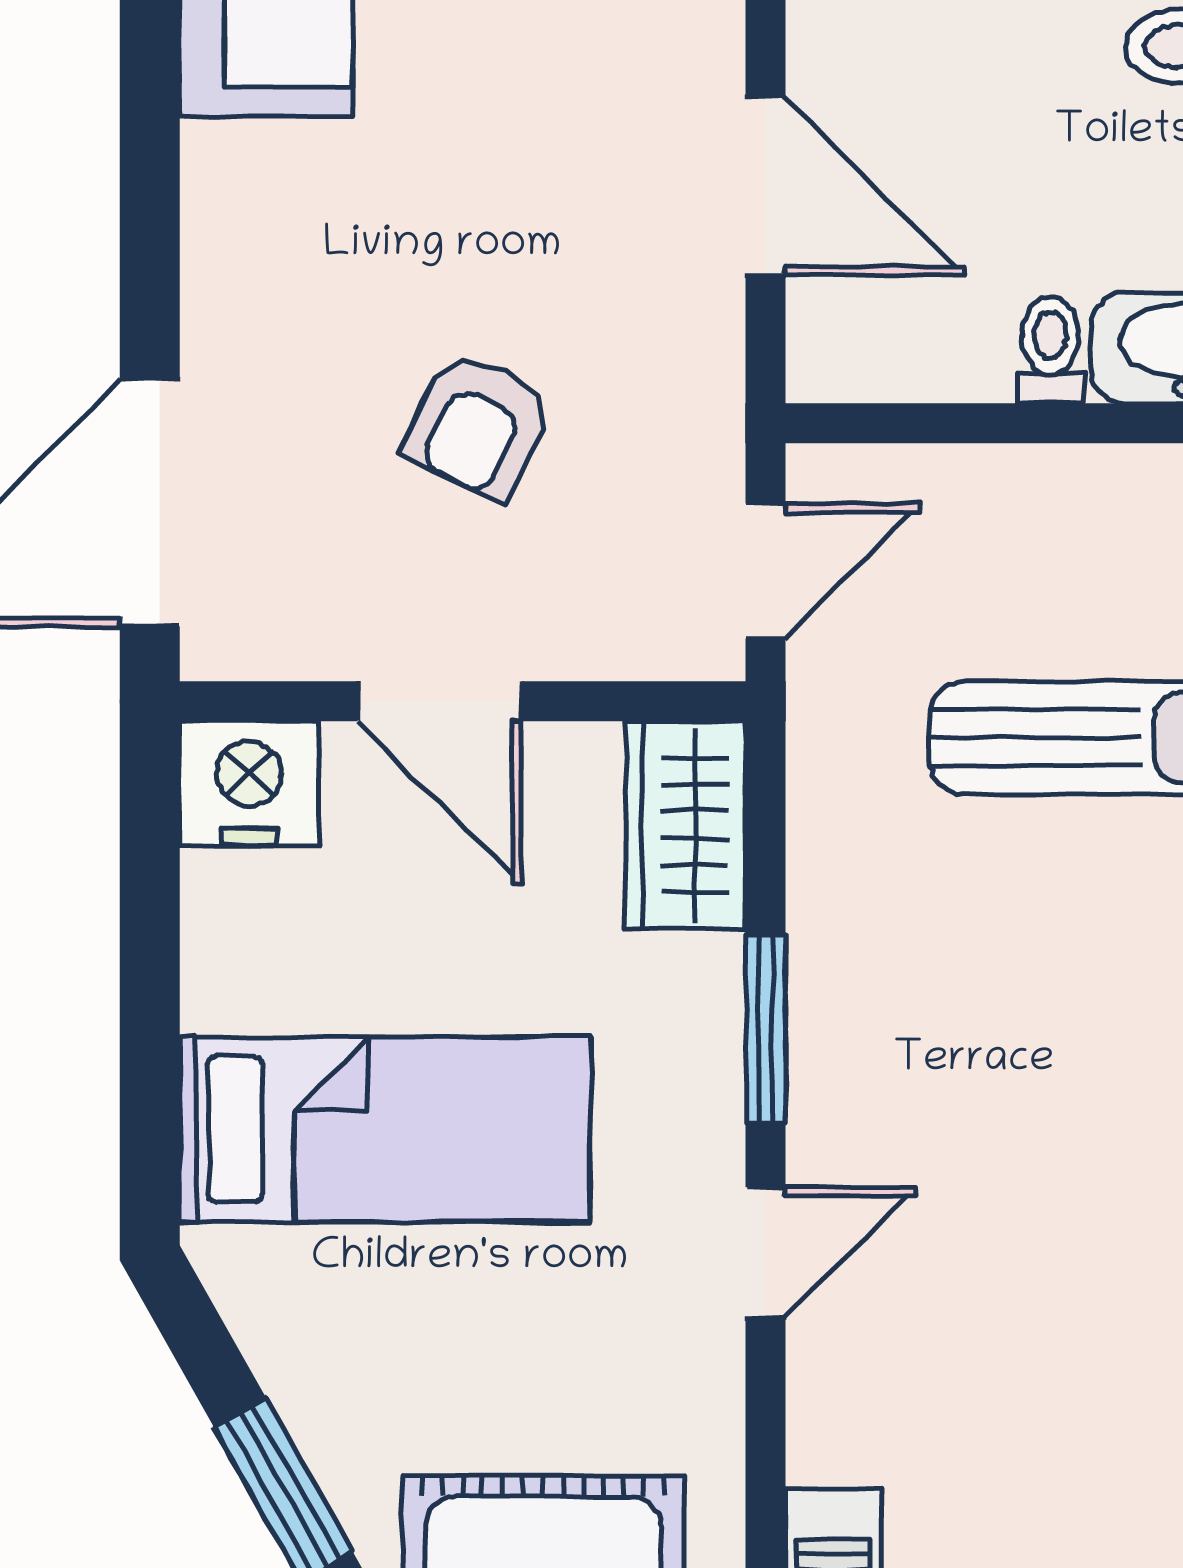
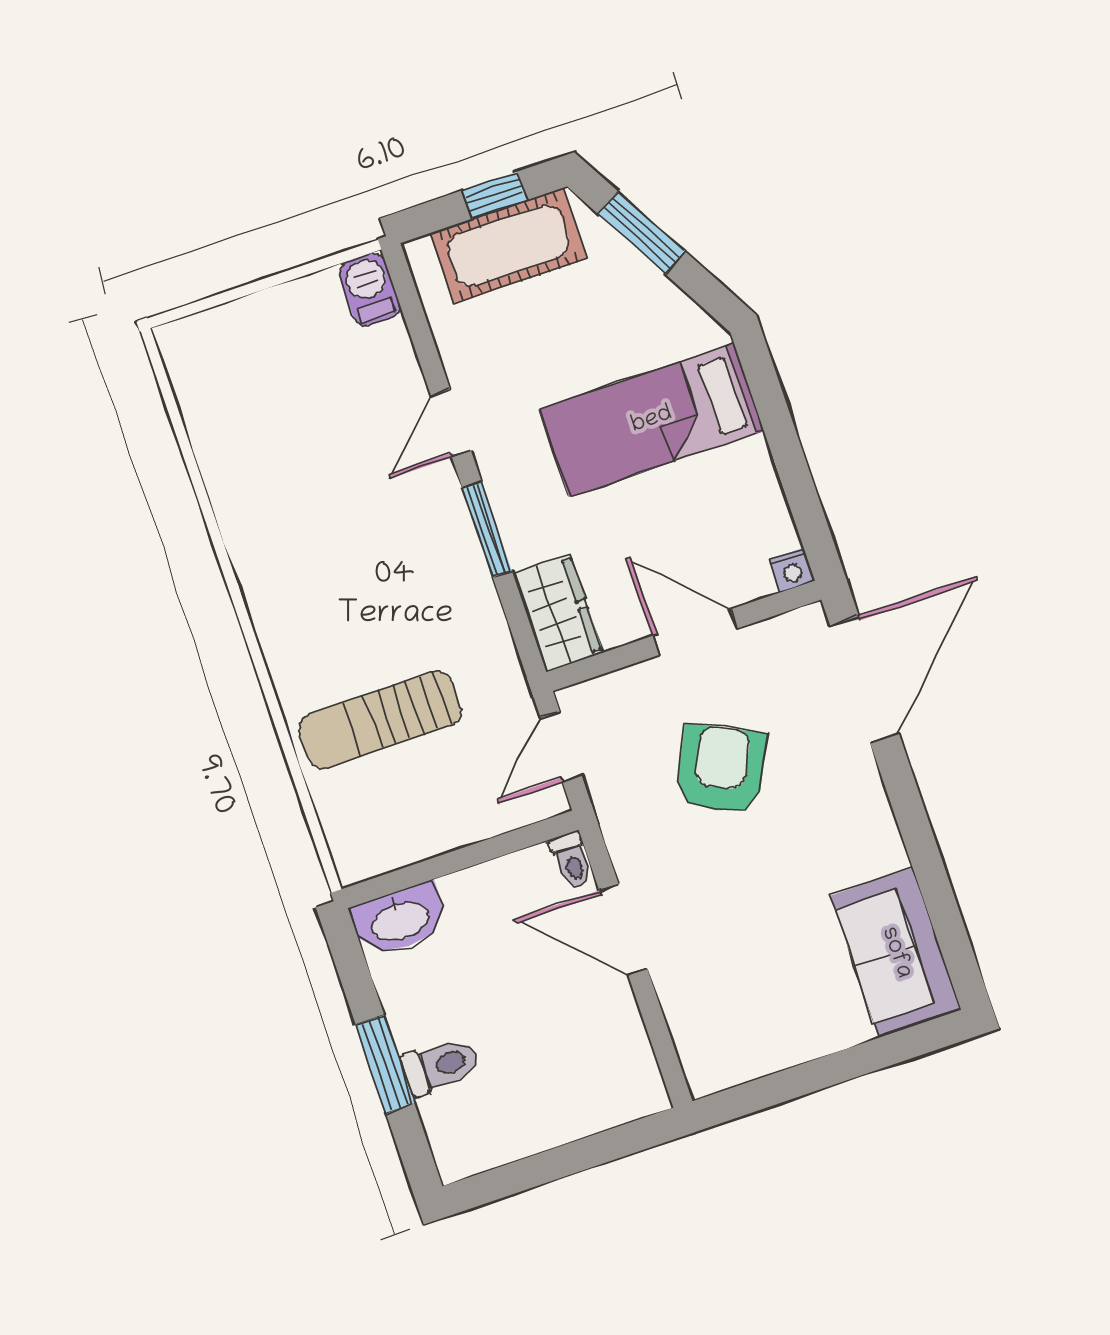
toilet: (1050, 350) -> (572, 860), moved
armchair: (478, 426) -> (721, 769), width x1.38, depth x1.38
nightstand: (249, 783) -> (792, 570), width x0.53, depth x0.56

